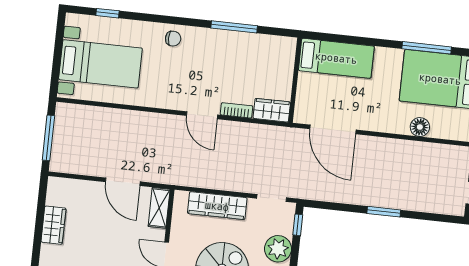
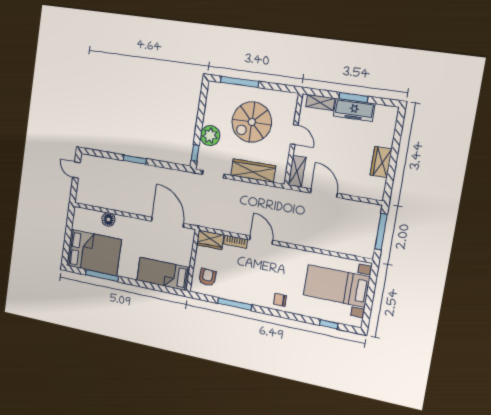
armchair: (273, 59) -> (207, 277), added

